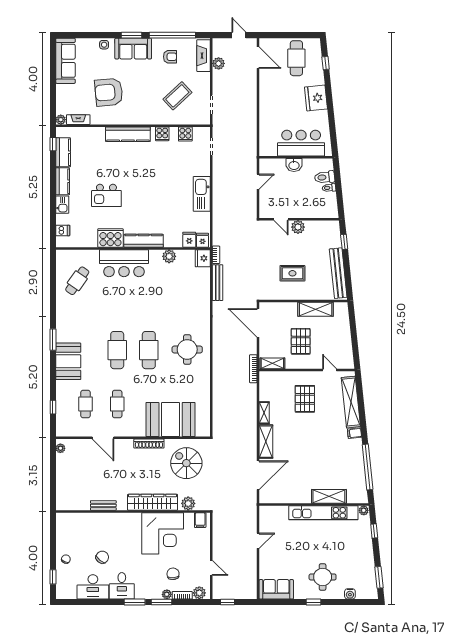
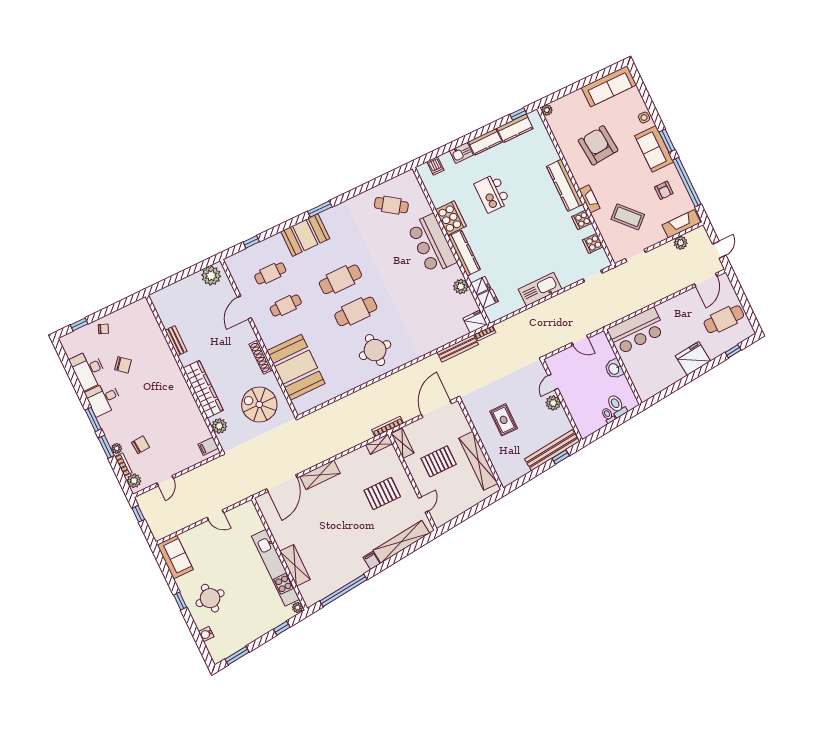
fireplace: (78, 120) -> (590, 199), moved
bar counter: (301, 143) -> (636, 331), moved, turned 90
fridge: (203, 240) -> (481, 286), moved
bench: (338, 273) -> (552, 450), moved
shelving: (316, 309) -> (478, 461), width x1.47
shelving: (264, 413) -> (379, 444), moved
plant: (60, 448) -> (211, 276), width x1.88, depth x1.88
spiral stairs: (186, 463) -> (259, 404), turned -90
door: (258, 475) -> (282, 483), hinge flipped
corner desk: (163, 533) -> (177, 415), removed

